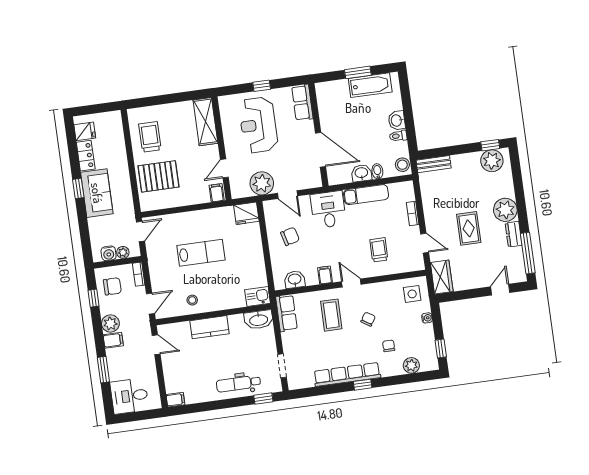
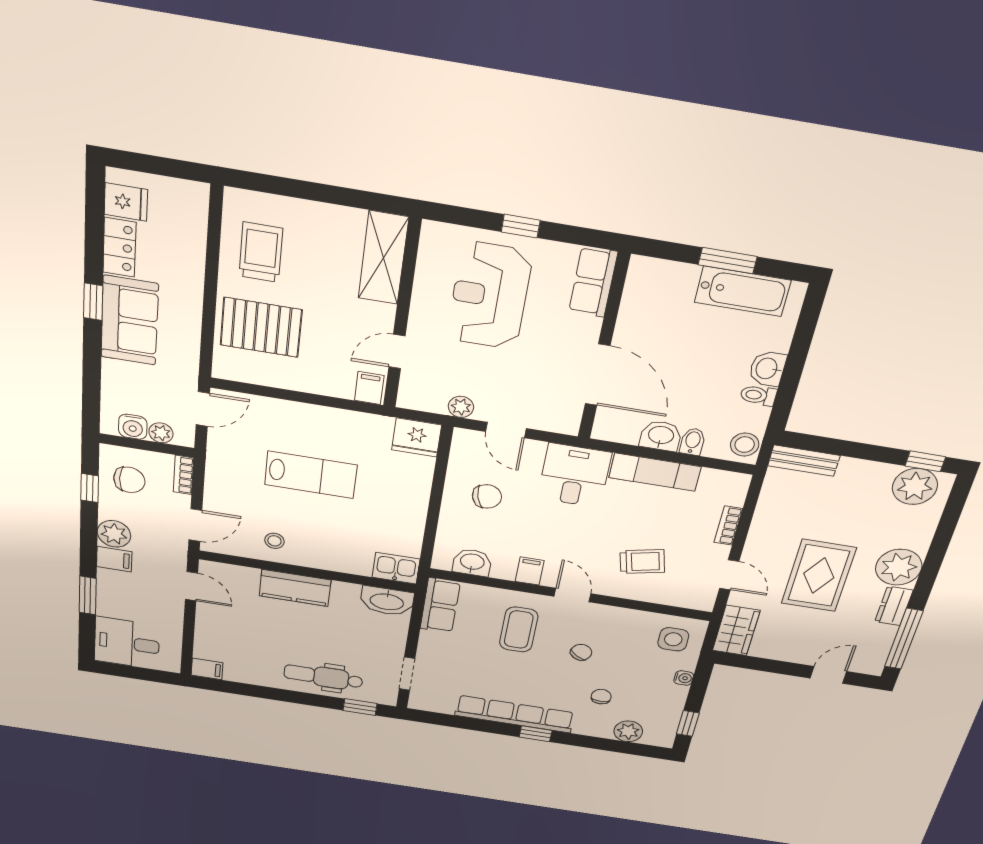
plant: (262, 183) -> (461, 407), width x0.53, depth x0.53
rug: (469, 228) -> (819, 576), width x1.36, depth x1.43
trolley: (379, 250) -> (642, 562), turned 77

